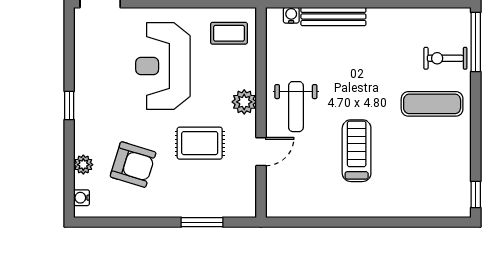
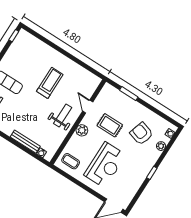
treadmill: (357, 151) -> (50, 83), turned 180
door: (261, 152) -> (88, 107), hinge flipped

